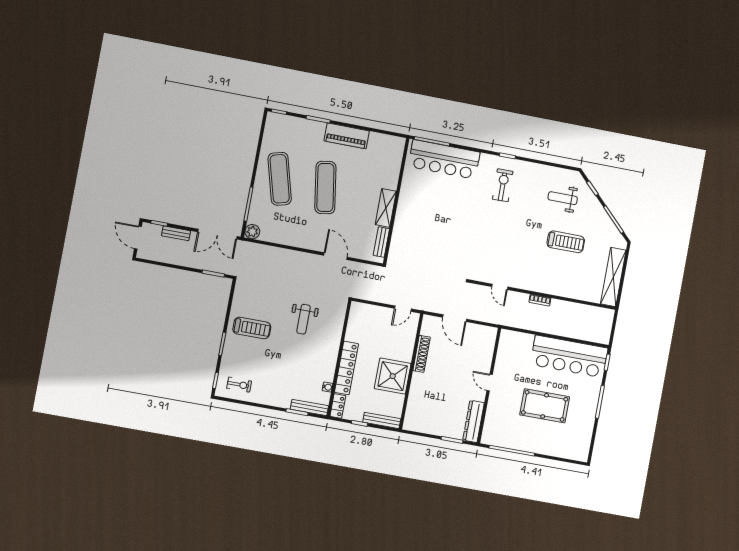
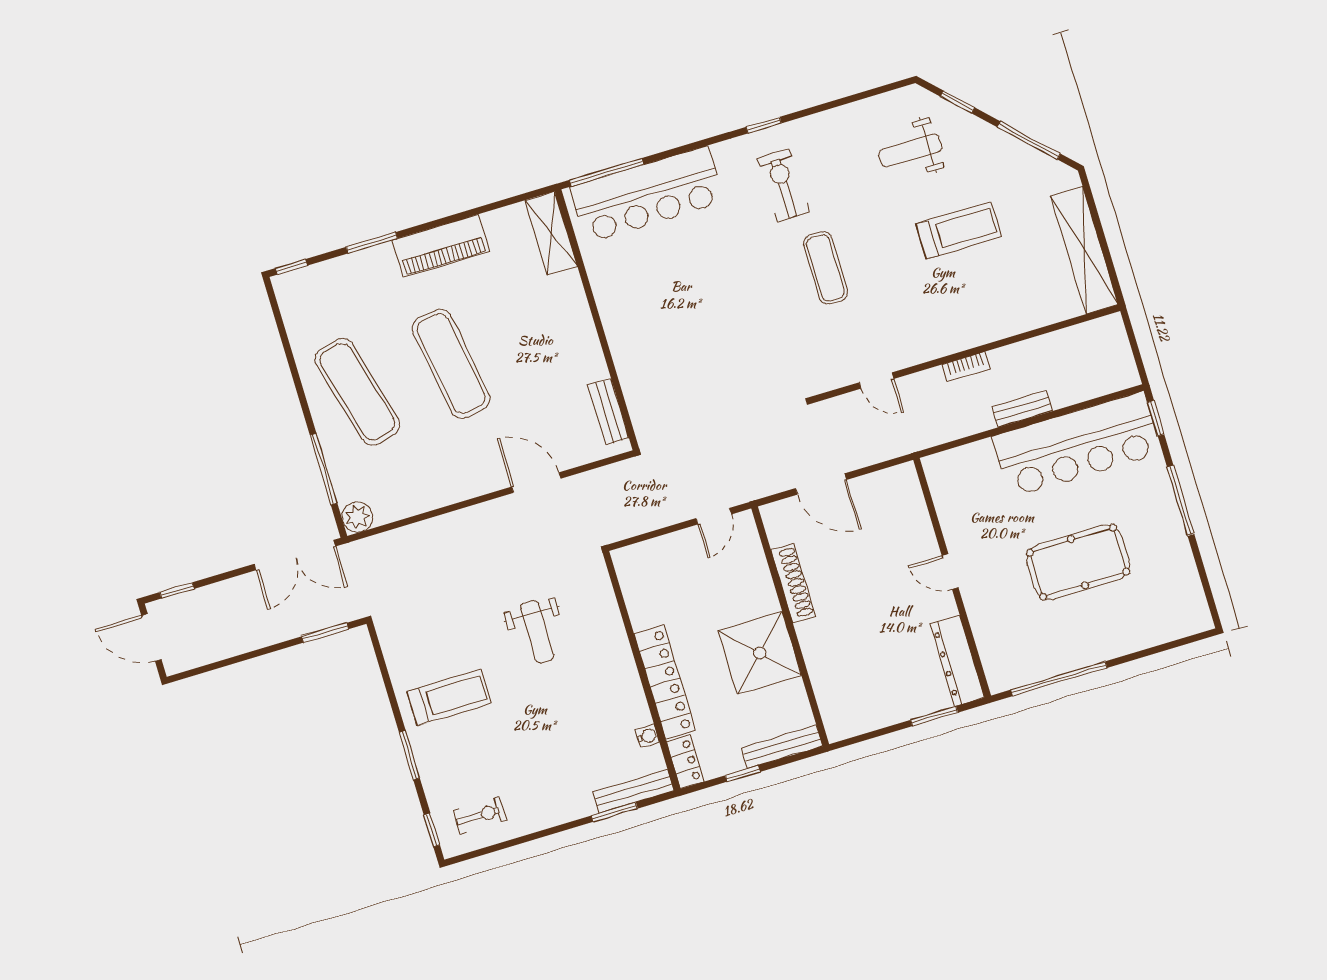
shelving: (386, 208) -> (551, 233), moved
exercise mat: (503, 229) -> (825, 268), added
bench: (176, 233) -> (1022, 409), moved

